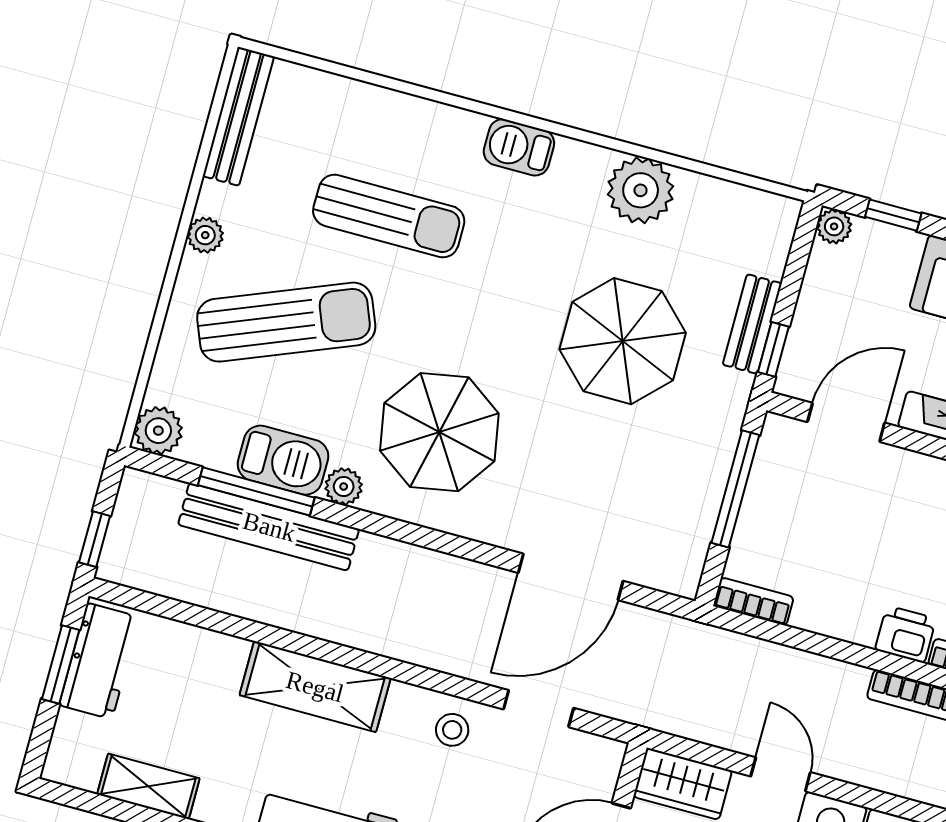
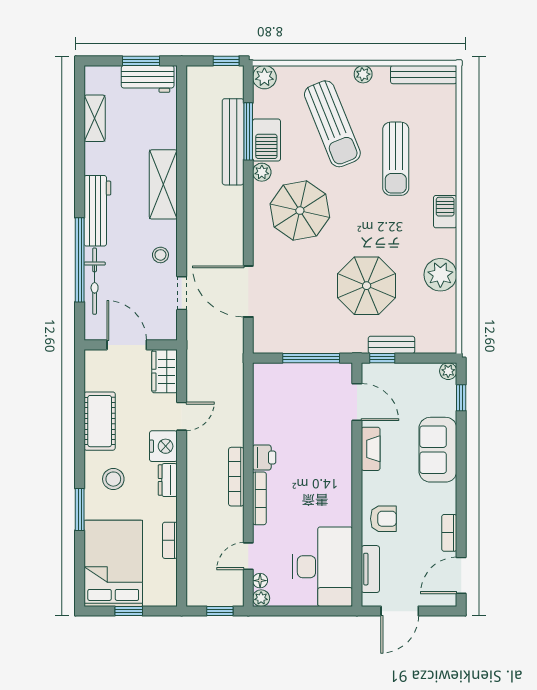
window: (95, 539) -> (226, 61), moved
bookcase: (753, 601) -> (260, 381), removed

